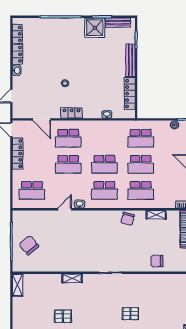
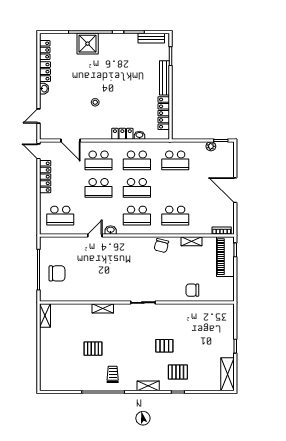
shower: (95, 28) -> (88, 44), moved
locker: (71, 113) -> (122, 134), moved
school desk: (141, 164) -> (137, 160), moved
chair: (29, 245) -> (57, 273), turned 130

